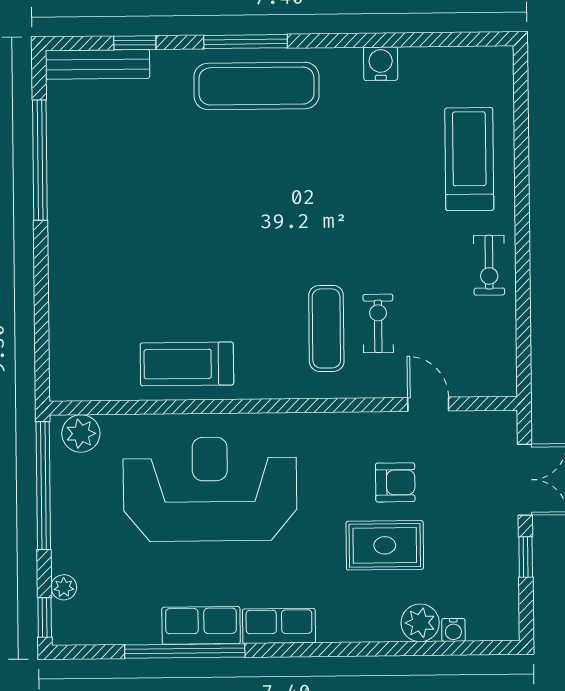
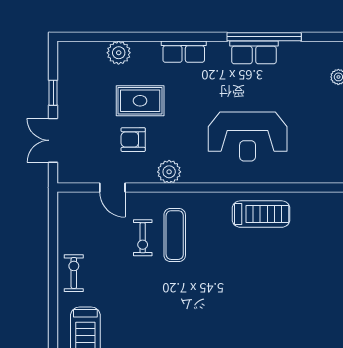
plant: (81, 433) -> (169, 172), moved
reception desk: (210, 489) -> (248, 137), width x0.74, depth x0.77
row of seats: (279, 626) -> (184, 52), moved
water cooler: (453, 630) -> (98, 48), removed

